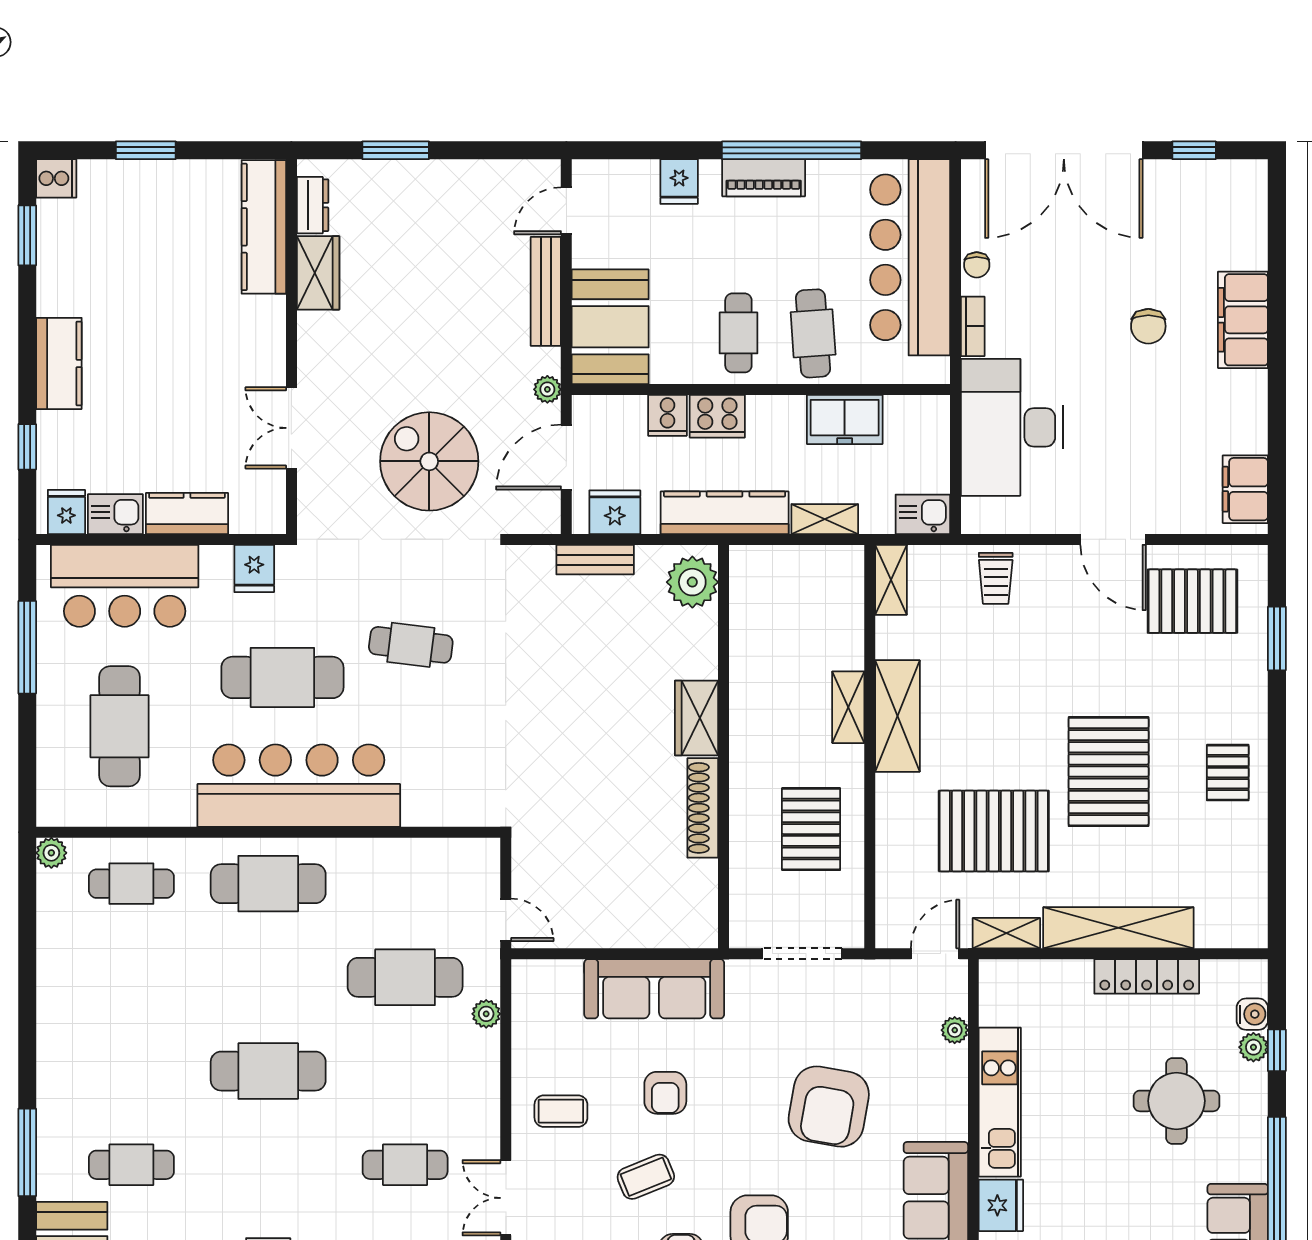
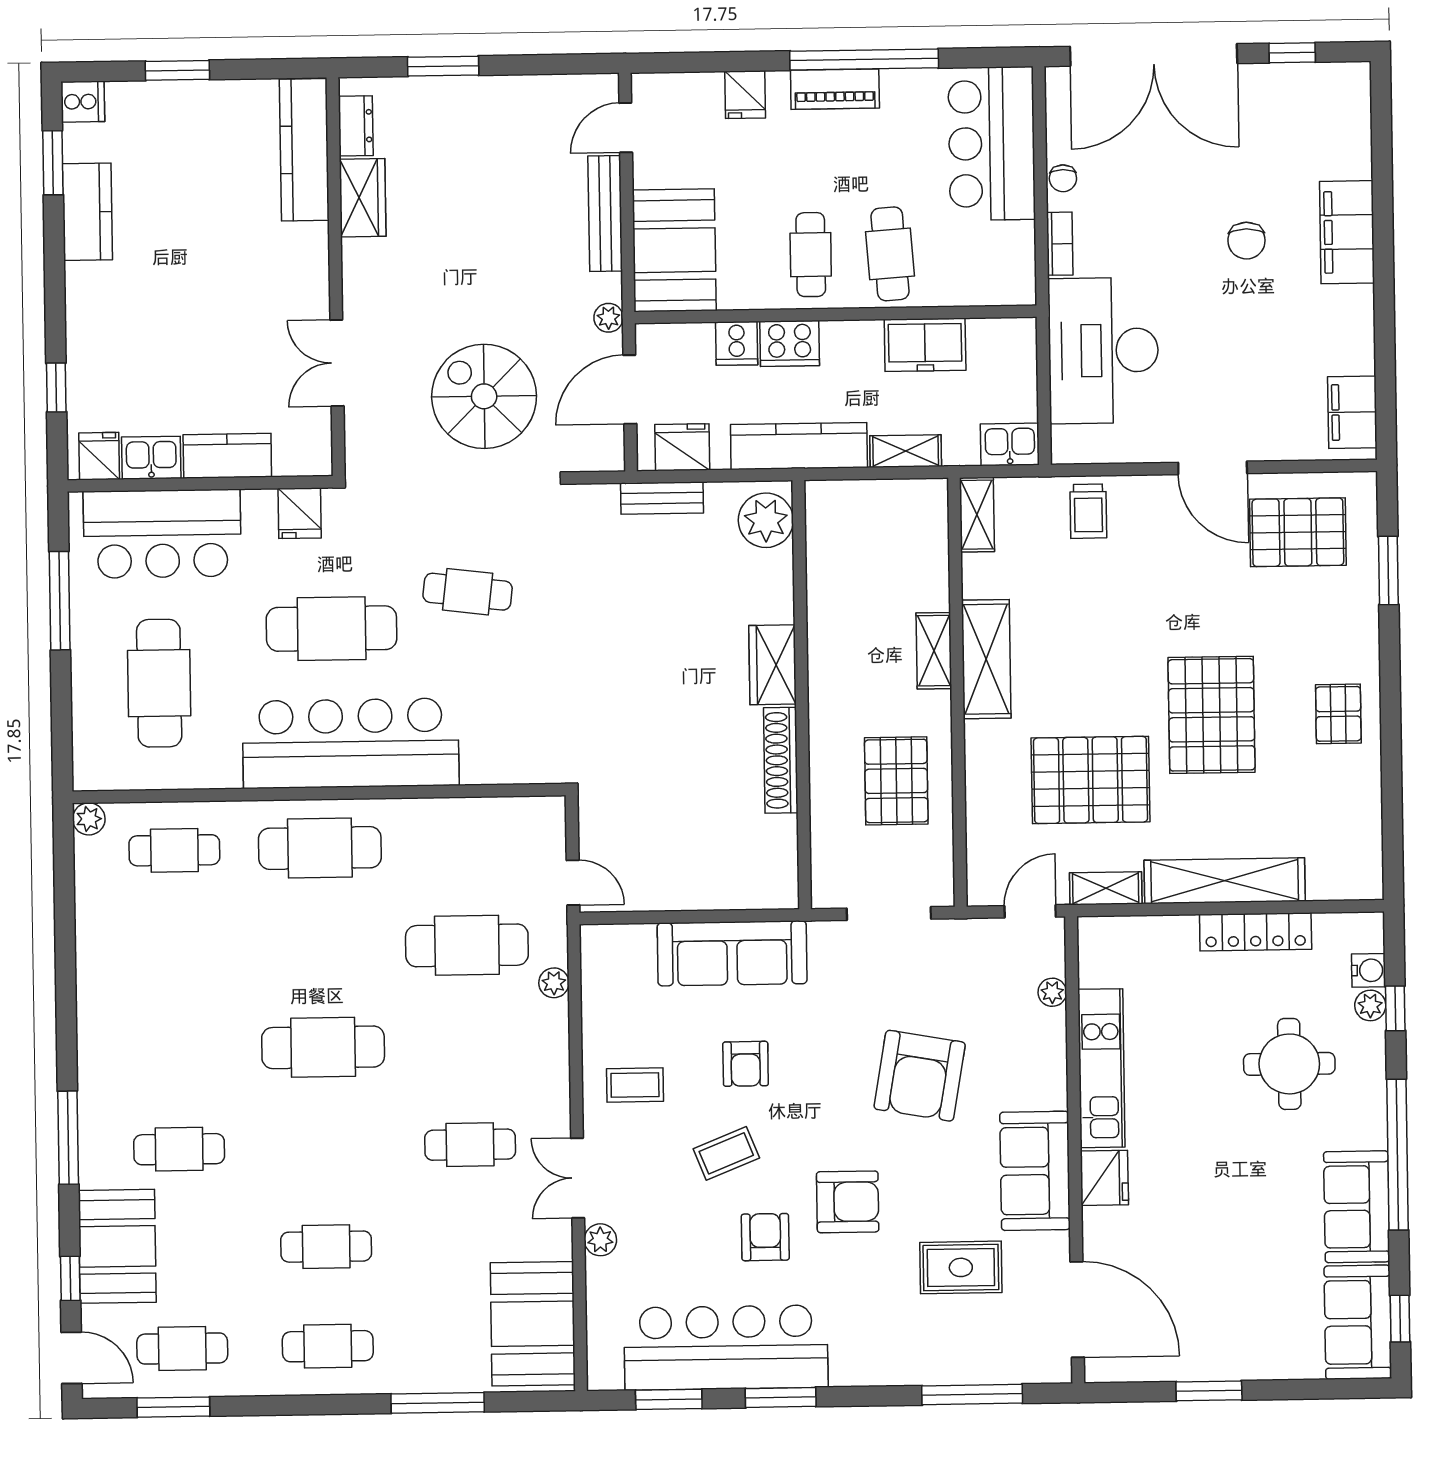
bar counter: (910, 257) -> (992, 144), width x0.73
kitchen counter: (59, 363) -> (87, 212), moved

